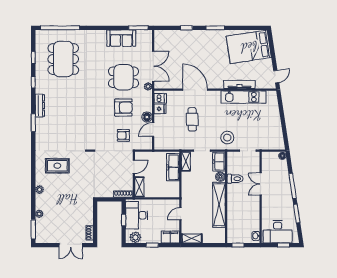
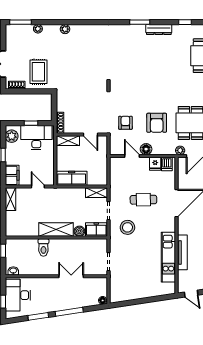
stool: (227, 138) -> (127, 227), moved
rug: (57, 166) -> (38, 72), moved
freezer: (173, 167) -> (72, 178), moved
toilet: (235, 179) -> (43, 248), moved
shelving: (219, 205) -> (56, 230), width x0.68

